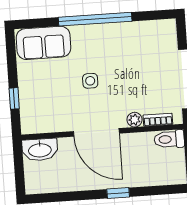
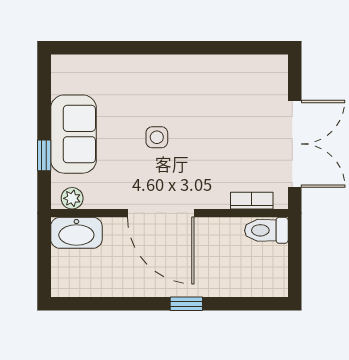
window: (95, 19) -> (170, 48), removed
sofa: (43, 43) -> (73, 134), moved, turned -90
plant: (135, 120) -> (72, 198), moved

